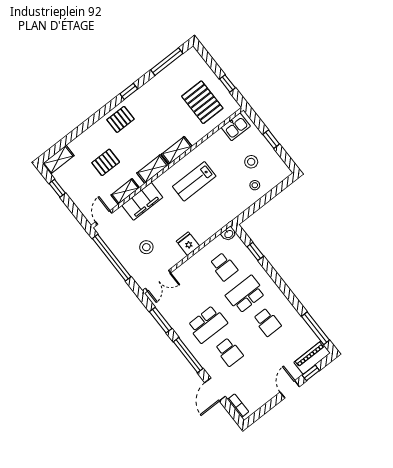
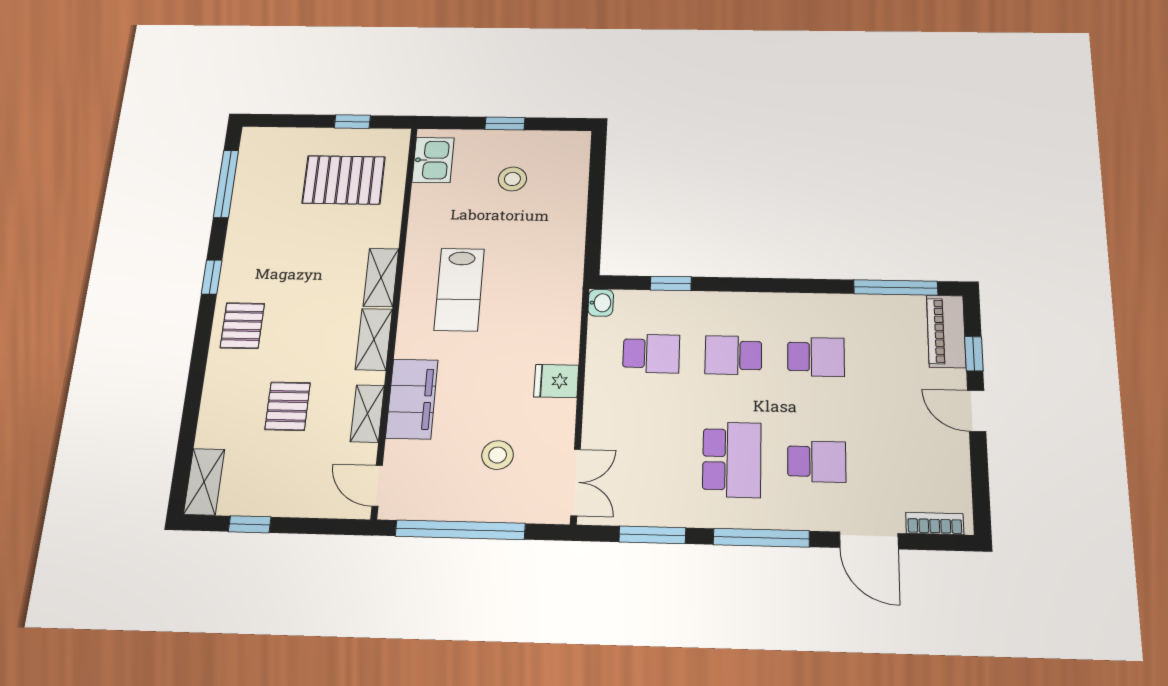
stool: (255, 185) -> (557, 202), removed
school desk: (245, 294) -> (733, 355), width x0.54

